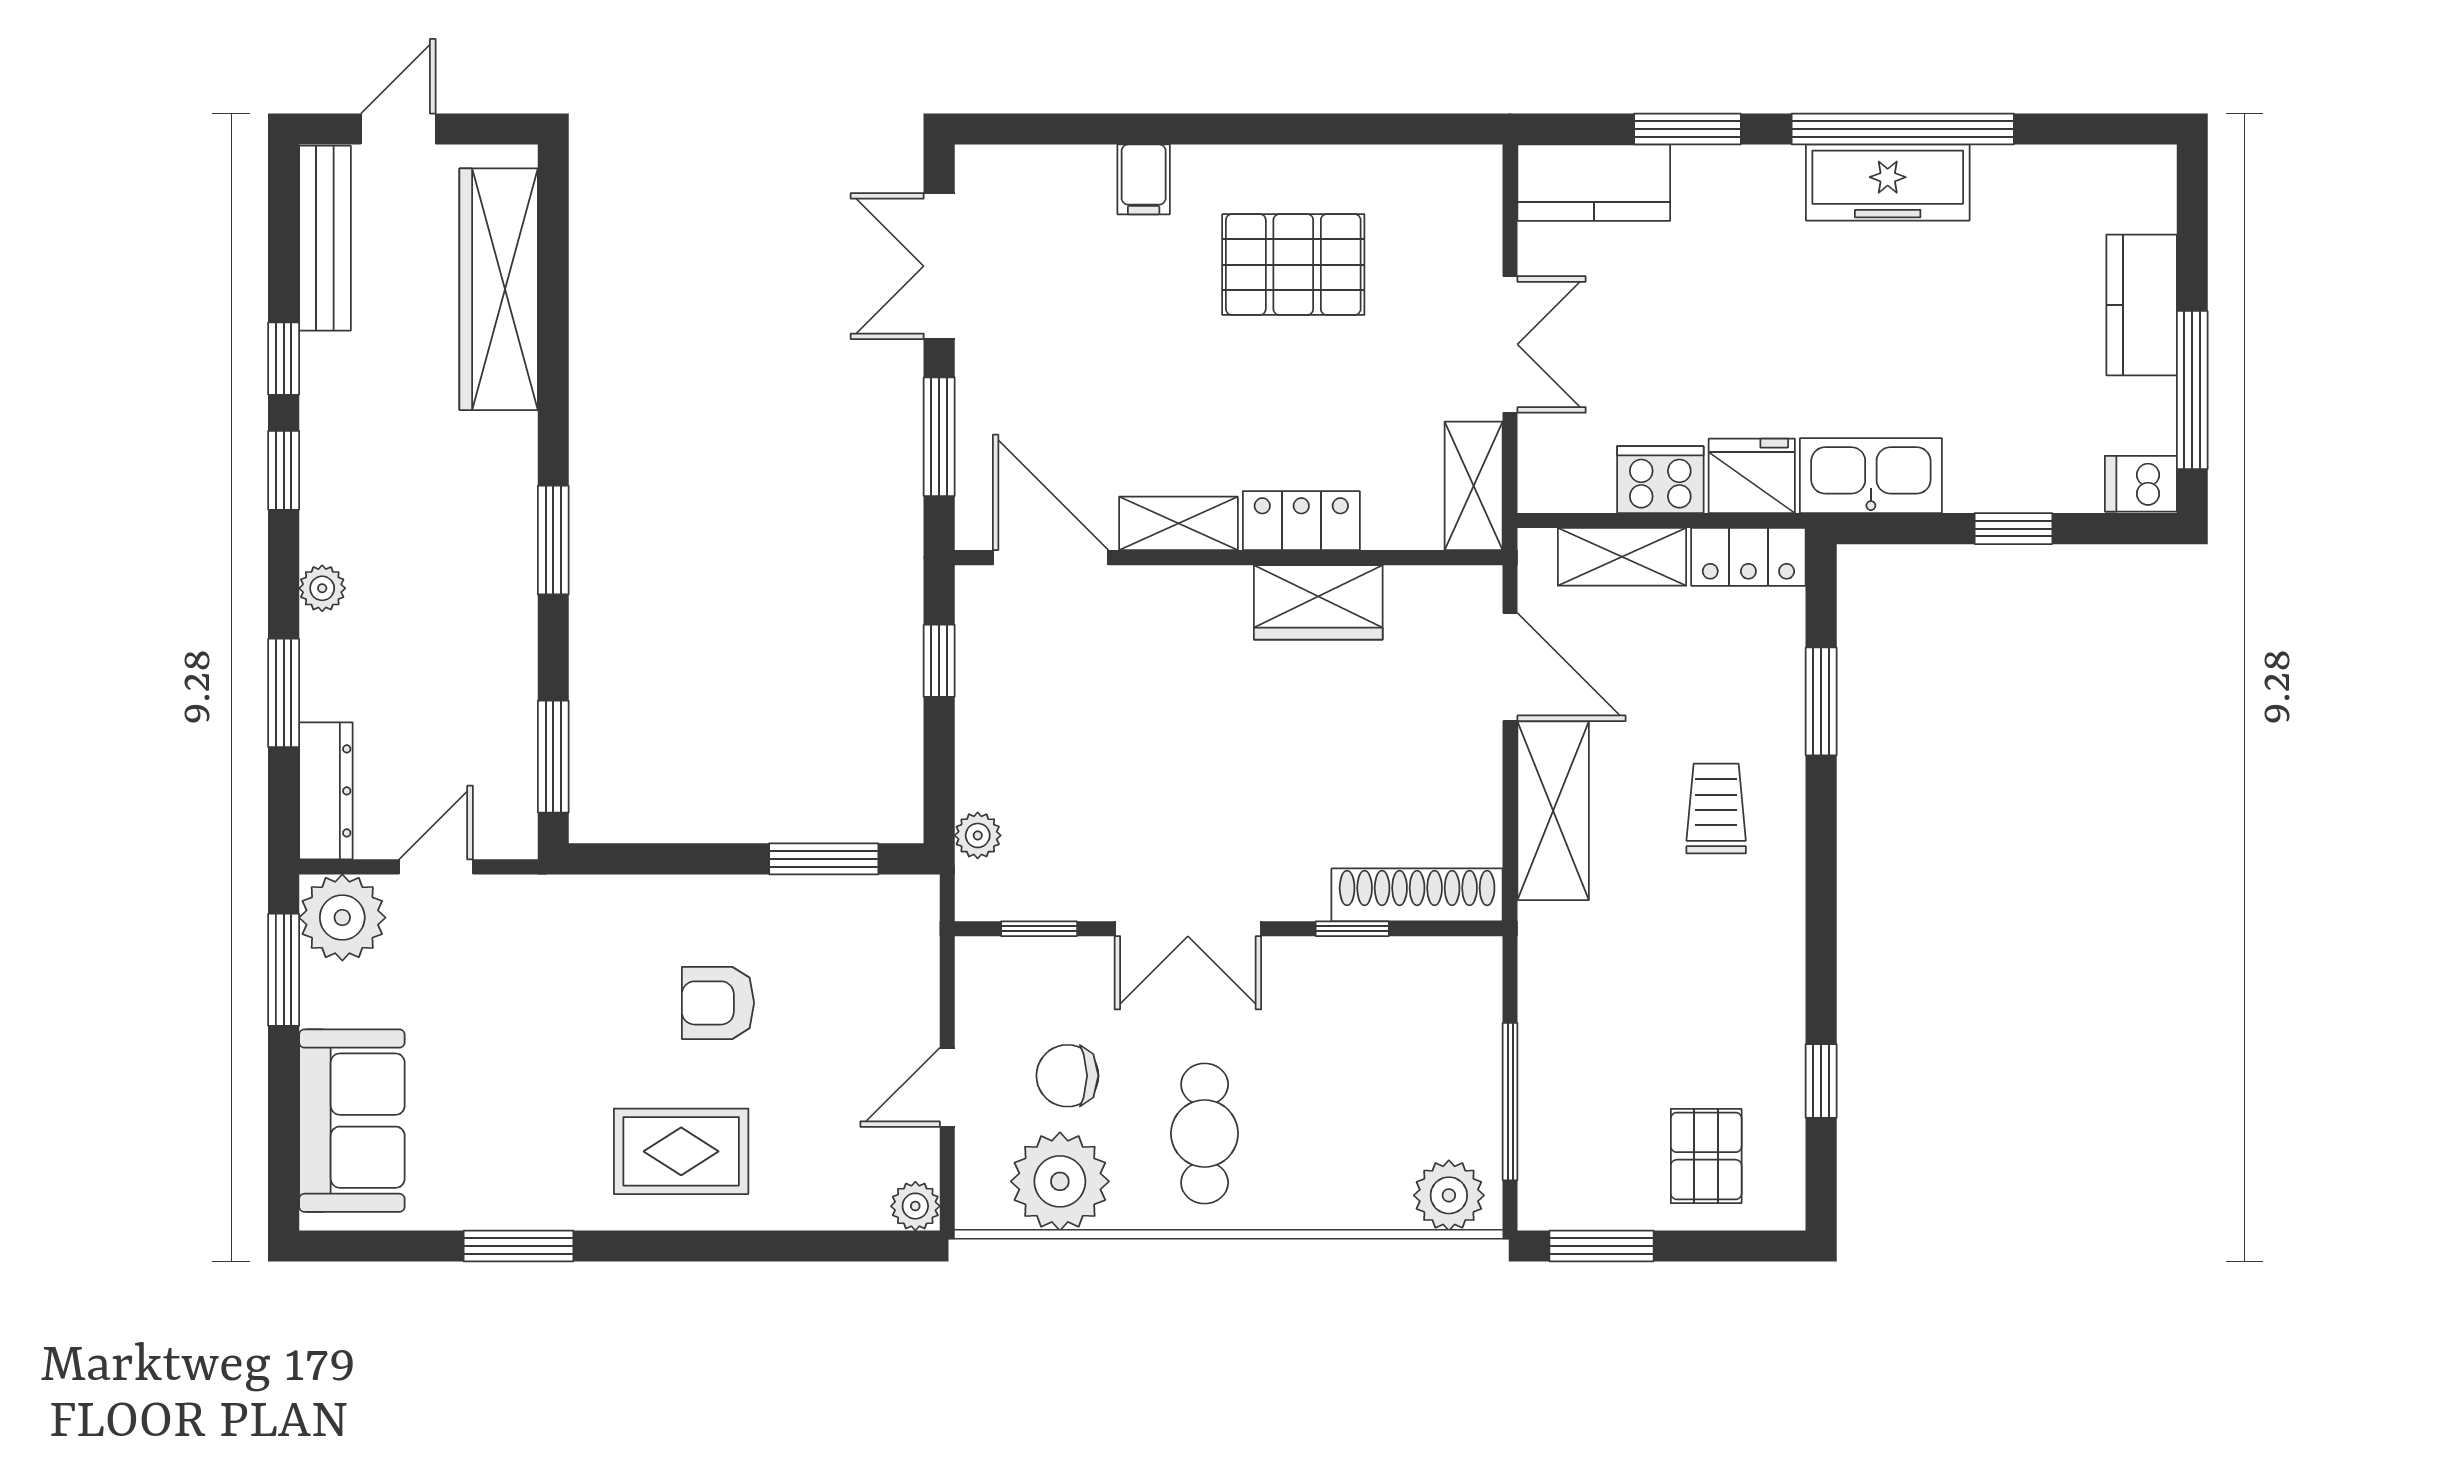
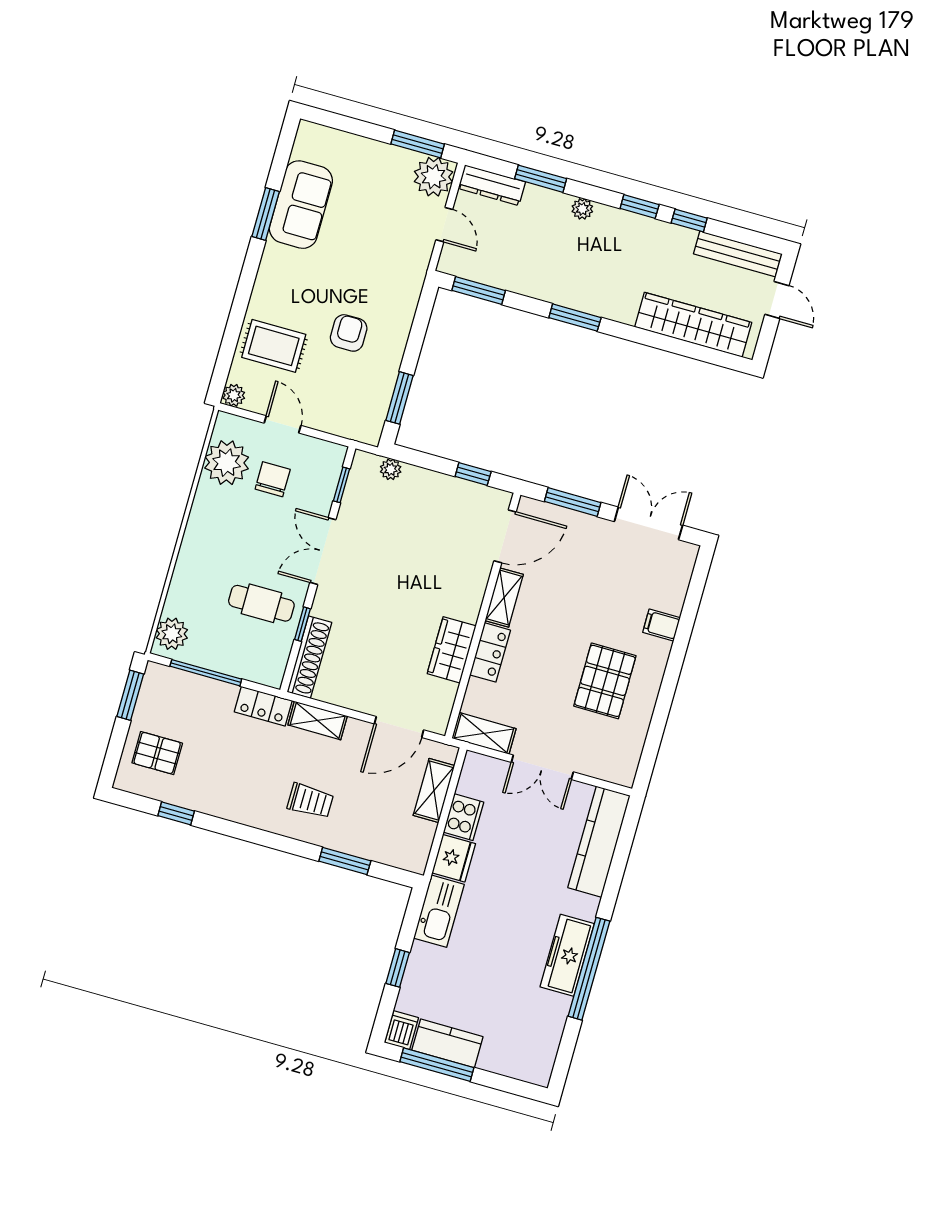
window: (1687, 129) -> (616, 873), removed
kitchen counter: (1594, 183) -> (599, 842), width x1.50
kitchen counter: (2142, 305) -> (447, 1043), moved
locker: (1748, 557) -> (263, 706), moved, turned -90
shelving: (1553, 811) -> (318, 720), width x0.67, depth x0.75
sofa: (352, 1121) -> (301, 205), moved, turned -90
cafe table: (1205, 1133) -> (261, 603), moved
rug: (681, 1151) -> (274, 346), moved, turned 90

